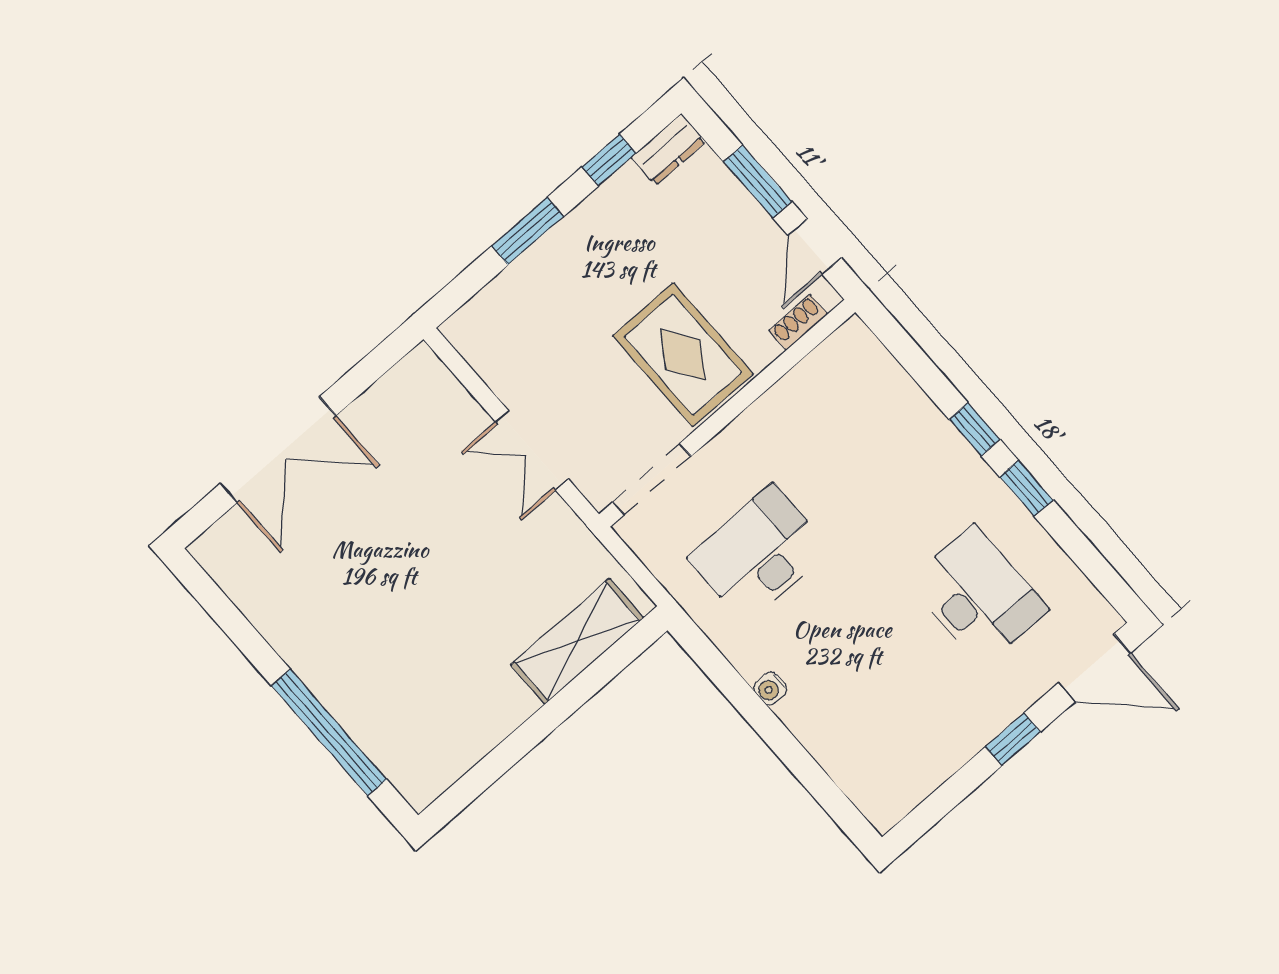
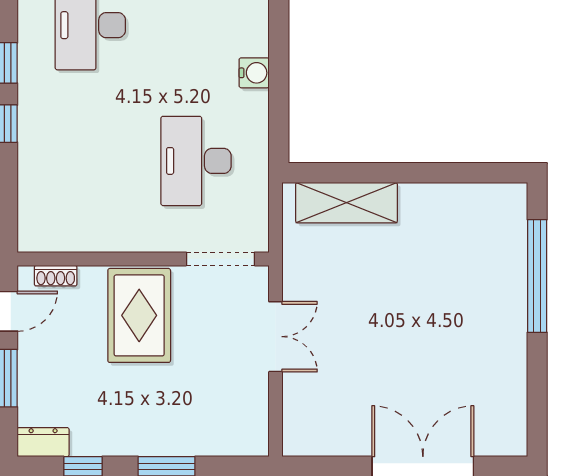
desk: (759, 554) -> (196, 161), turned 90
water cooler: (770, 689) -> (254, 73), width x1.38, depth x1.38

